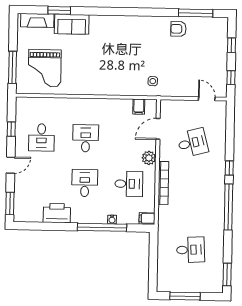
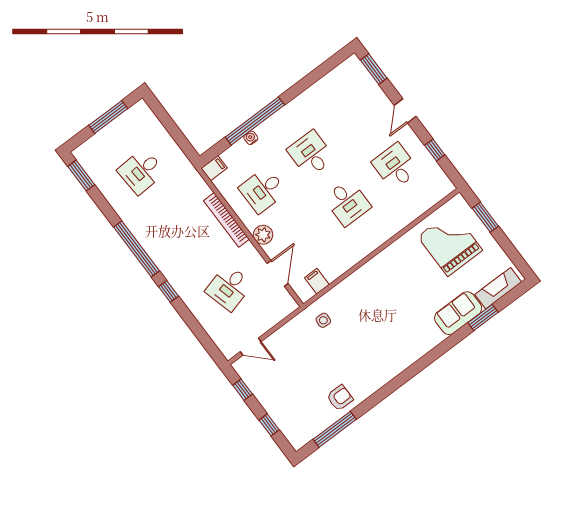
window: (12, 67) -> (485, 217), width x0.69
desk: (85, 183) -> (311, 154), turned 180
printer: (57, 213) -> (315, 98), removed

